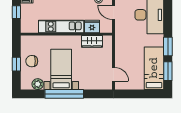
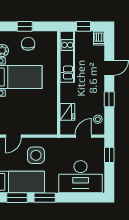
kitchen unit: (61, 27) -> (67, 57), moved
wardrobe: (92, 41) -> (50, 112), removed
side table: (130, 54) -> (36, 155), added

